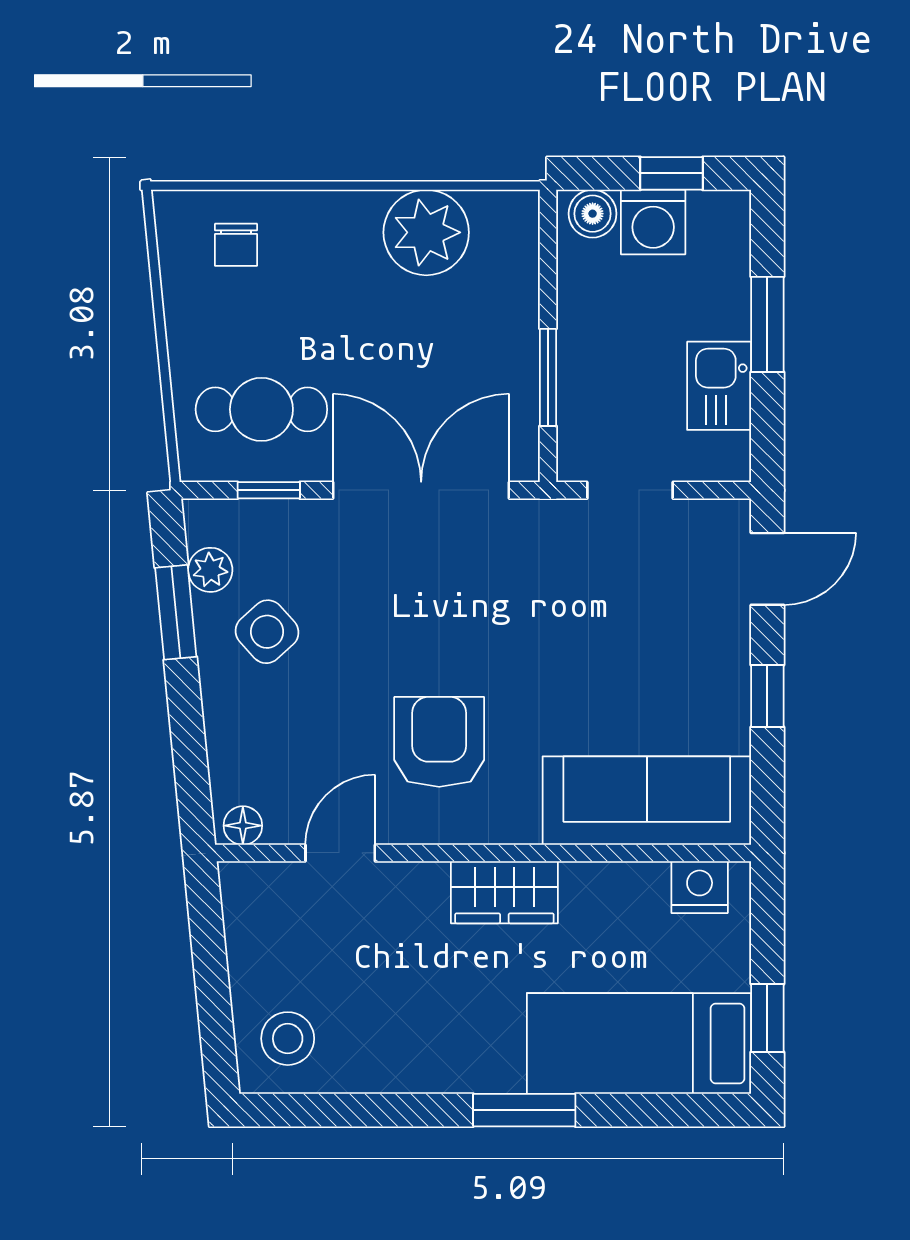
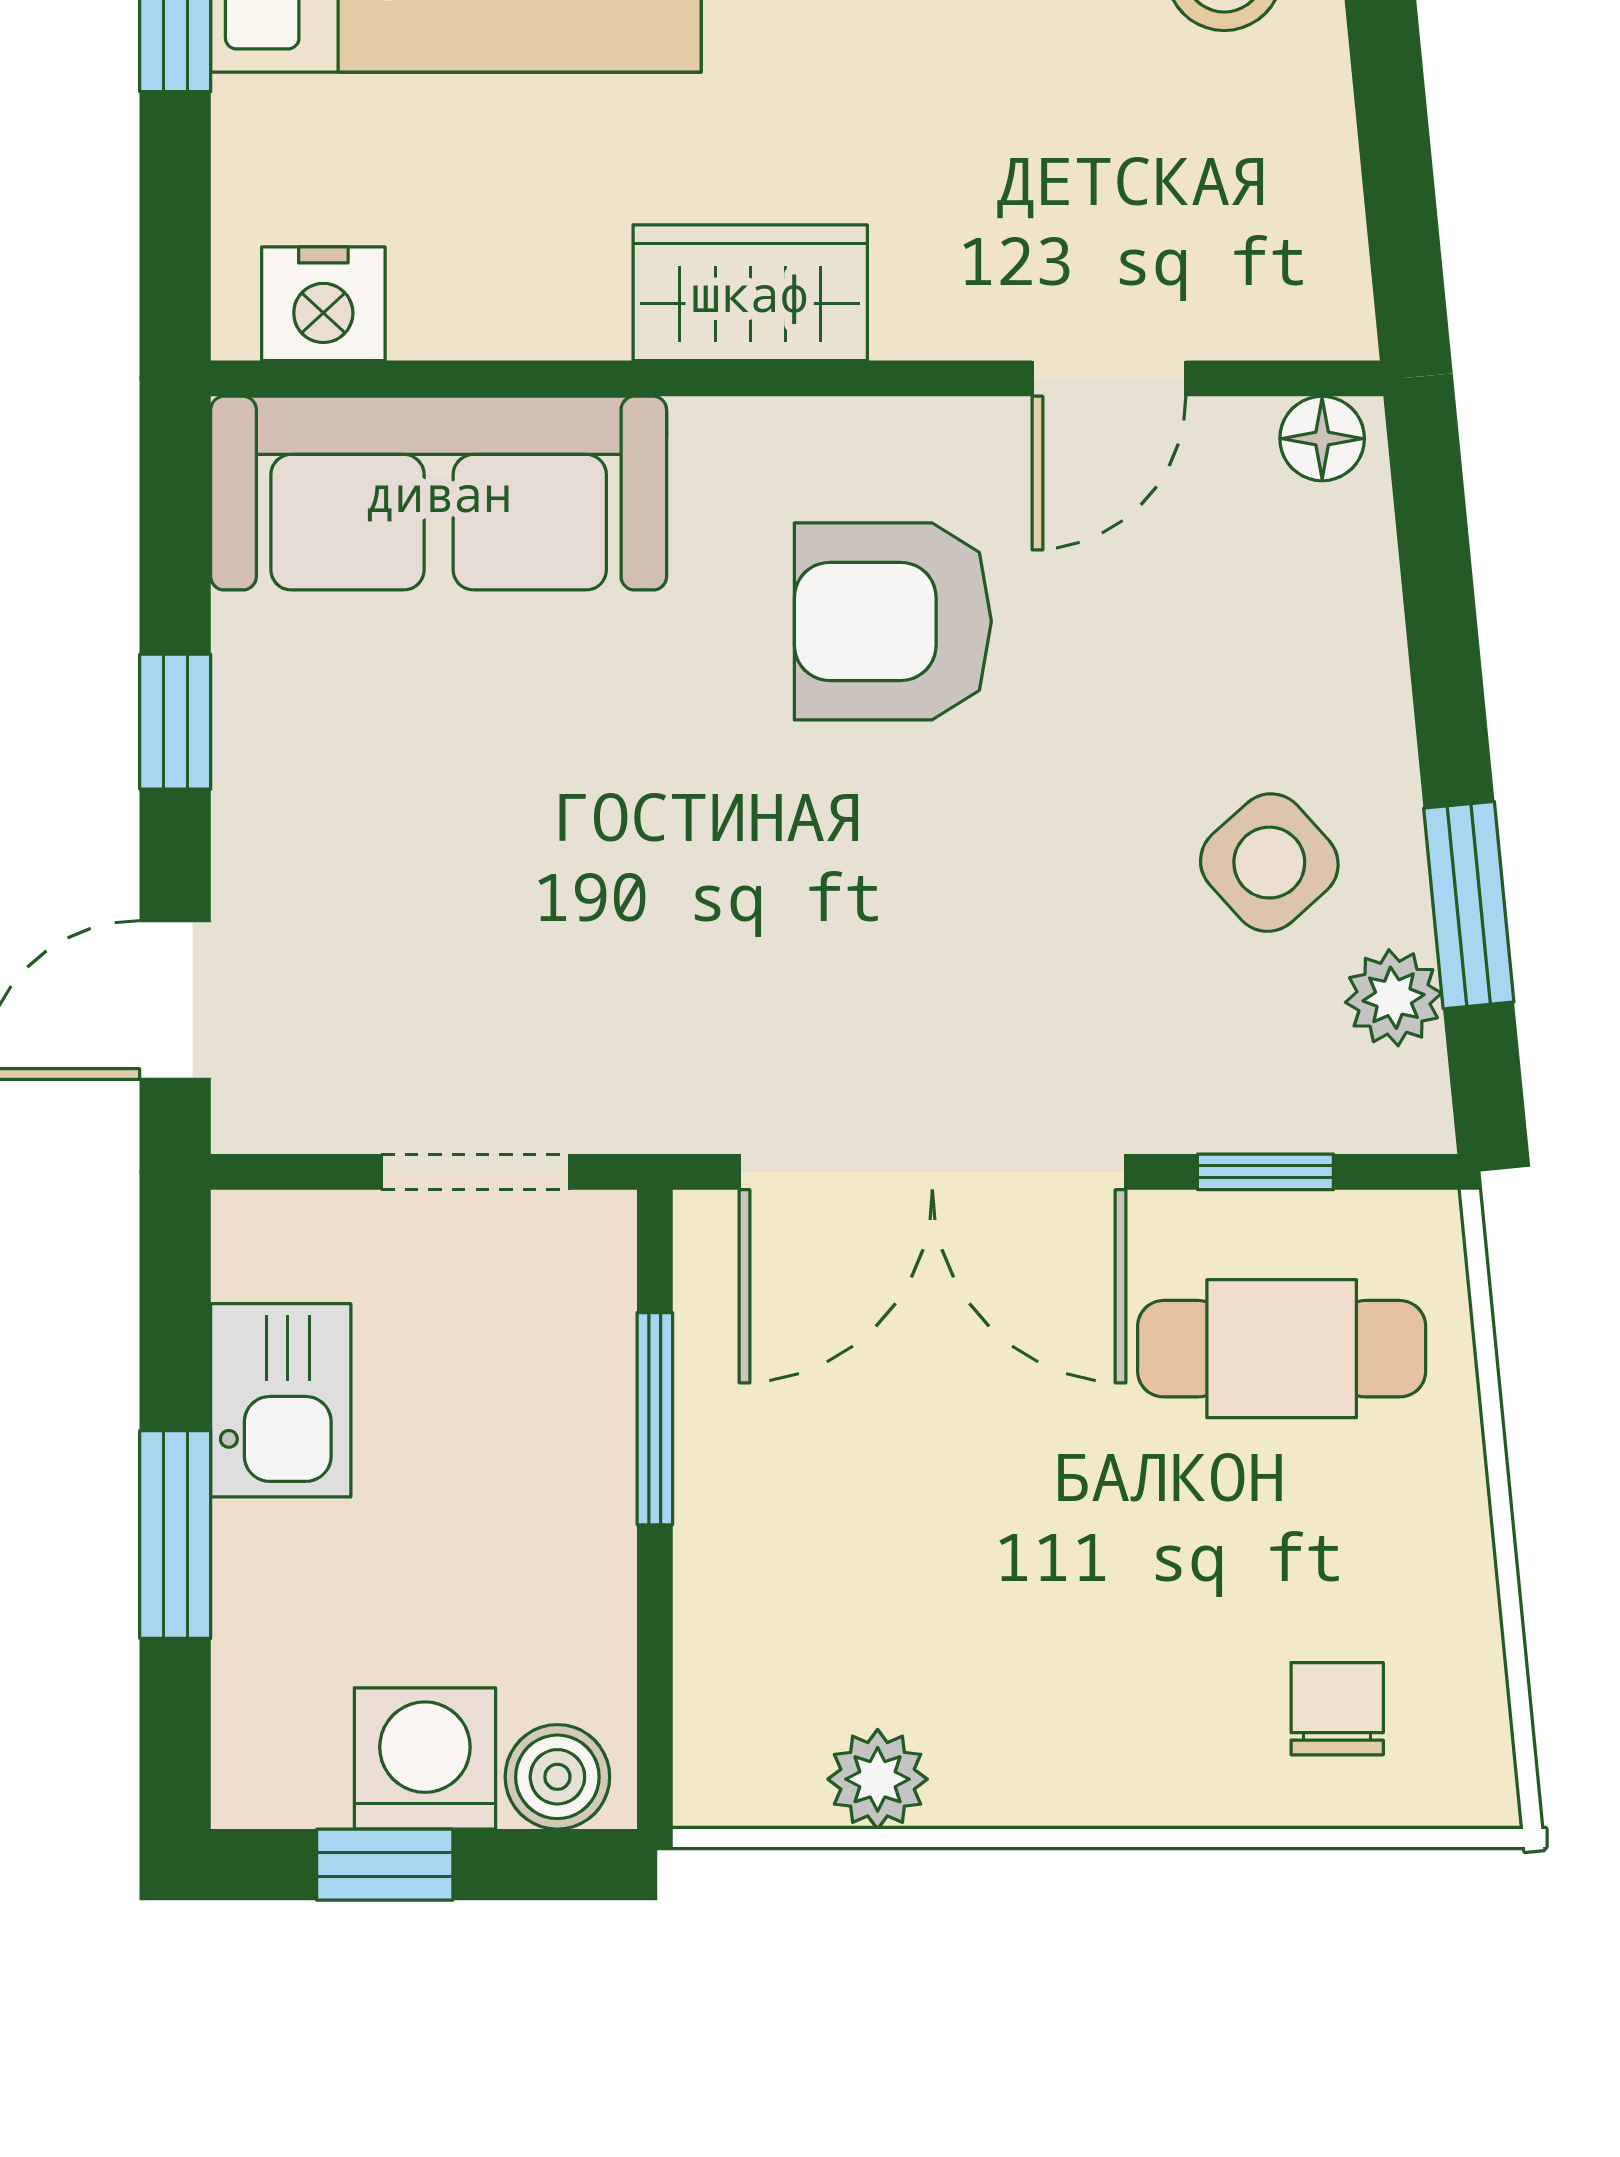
plant: (426, 232) -> (878, 1779), width x0.53, depth x0.53
armchair: (439, 742) -> (893, 621), turned 90

